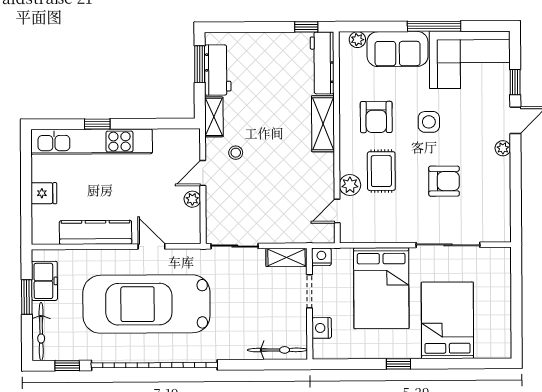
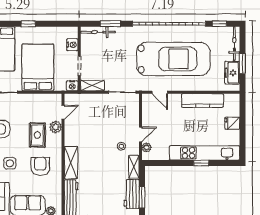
plant: (192, 199) -> (147, 148), moved
door: (152, 246) -> (160, 92), moved
window: (256, 365) -> (110, 24), added

